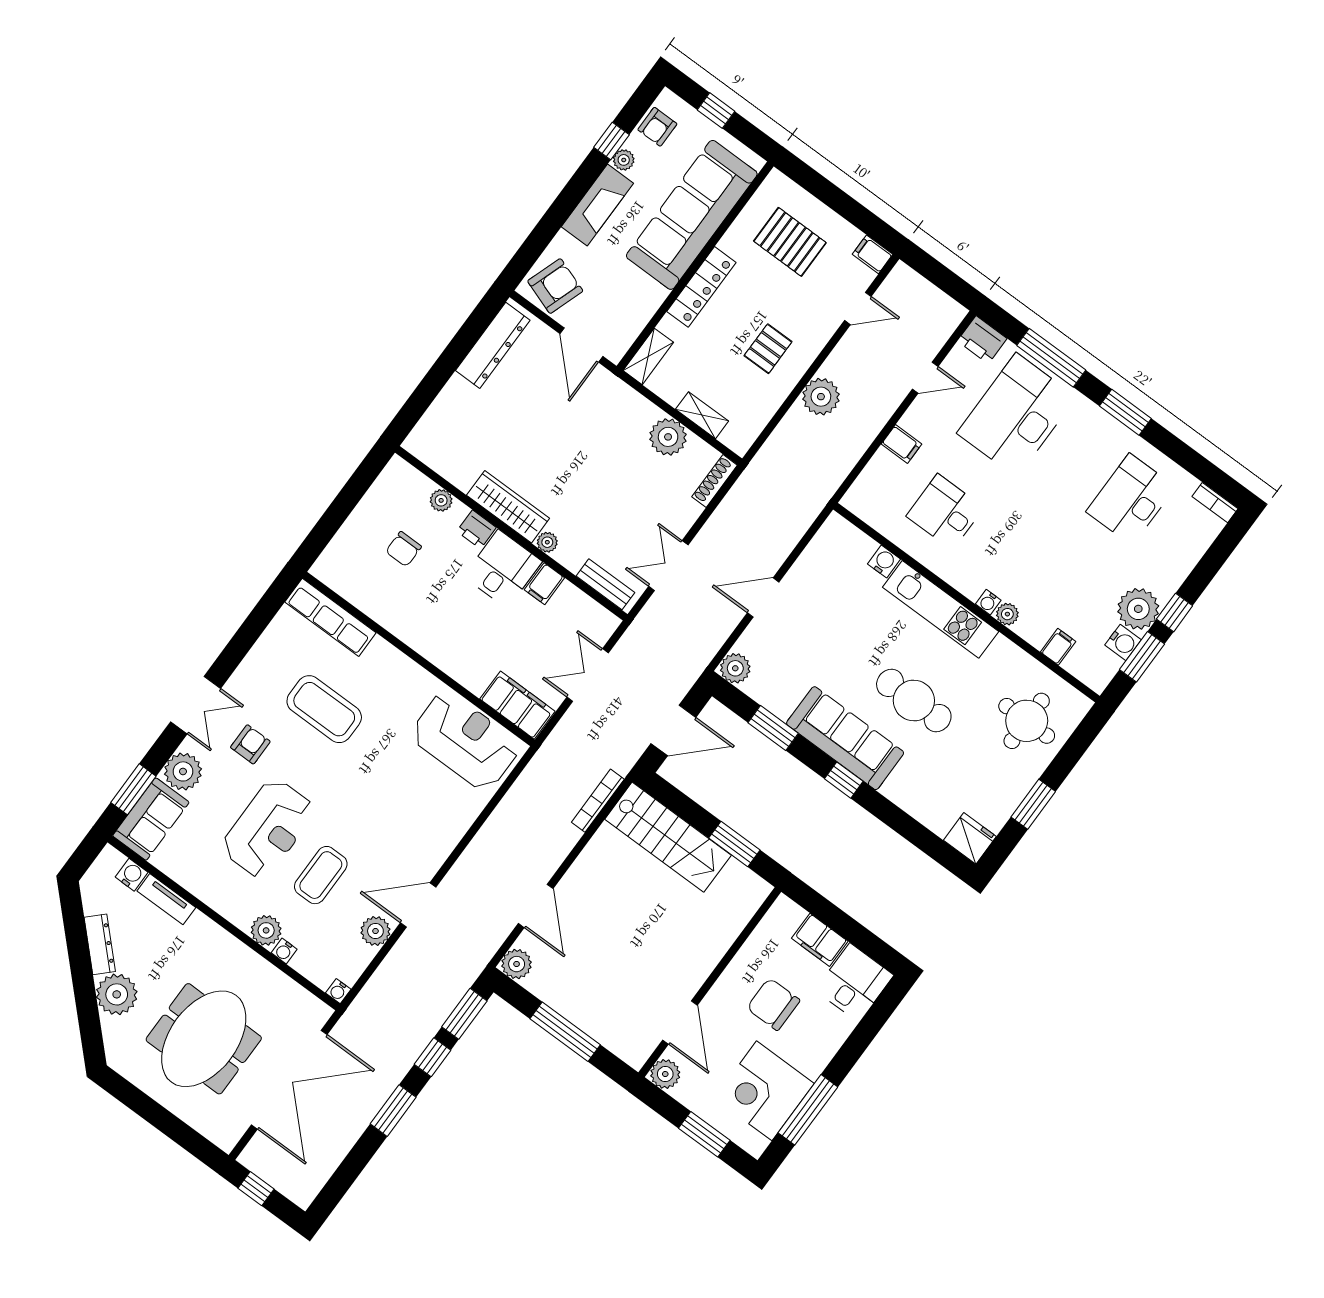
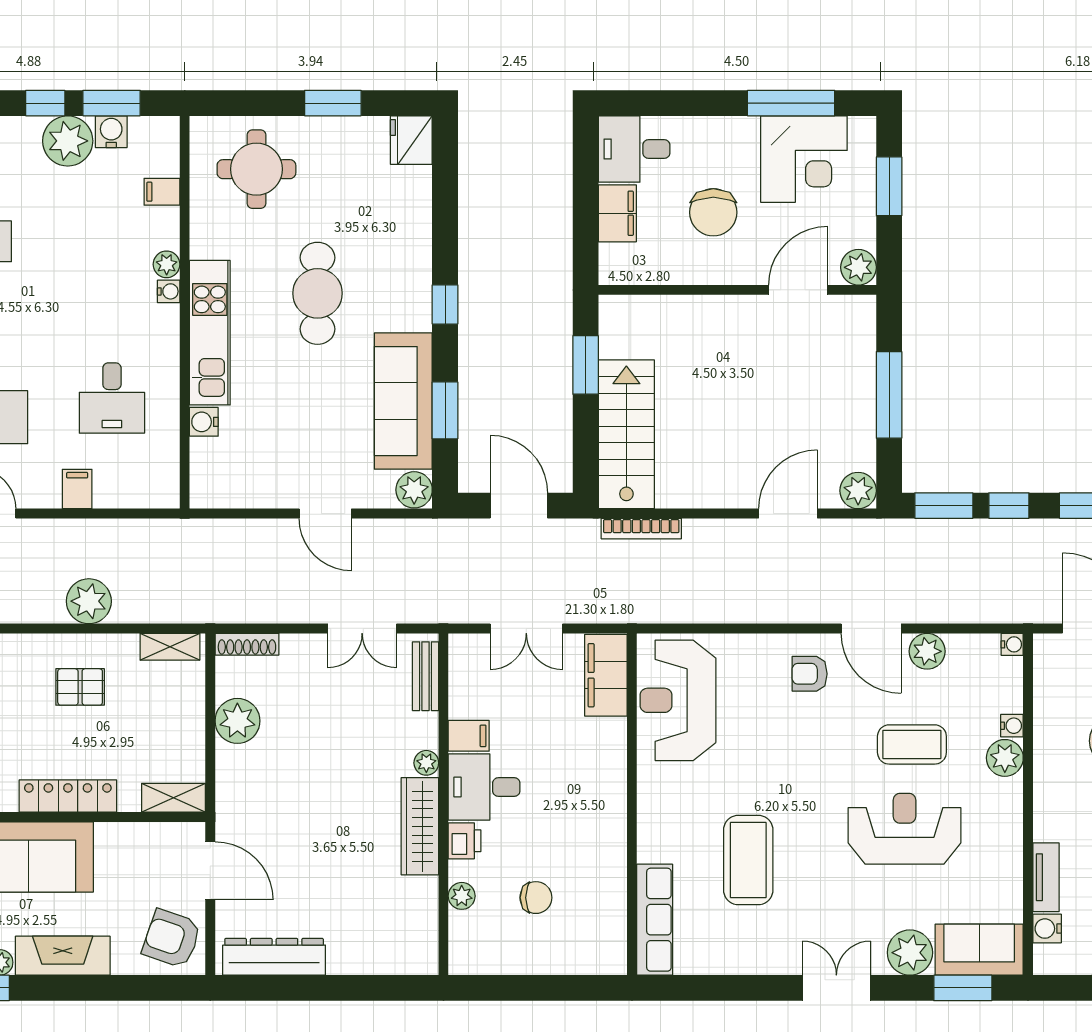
door: (581, 345) -> (210, 871), hinge flipped
shelving: (702, 415) -> (170, 647), moved, turned 90
sofa: (845, 738) -> (403, 401), moved
armchair: (250, 744) -> (810, 674), moved

